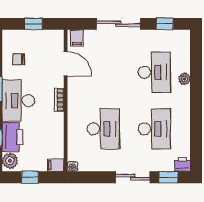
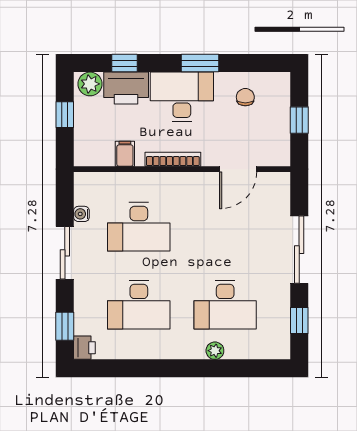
filing cabinet: (77, 38) -> (278, 186), removed
bookcase: (59, 100) -> (173, 159), width x1.56
filing cabinet: (56, 165) -> (125, 154), moved
water cooler: (72, 166) -> (81, 214), moved
sliding door: (133, 177) -> (65, 253), moved

